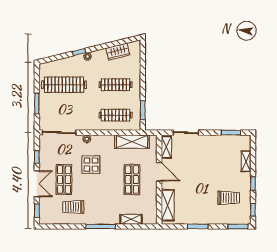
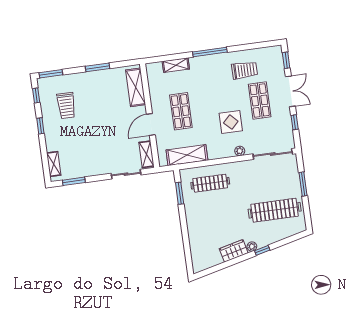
wardrobe: (118, 52) -> (234, 251), moved
clothes rail: (116, 85) -> (215, 218), removed
shelving: (246, 161) -> (54, 164), moved
door: (159, 172) -> (151, 125), hinge flipped
double door: (37, 184) -> (290, 91), swing flipped
trolley: (229, 198) -> (66, 105), turned -90

